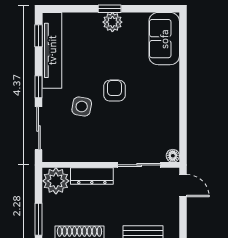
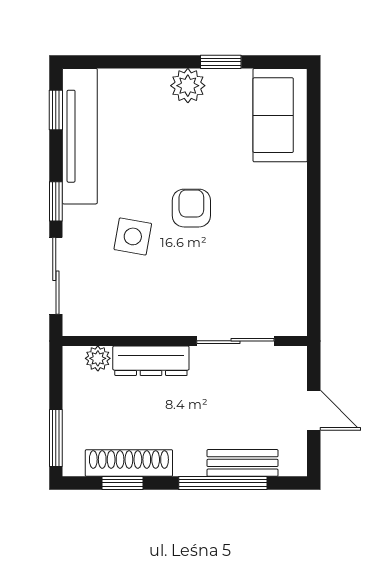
window: (110, 9) -> (221, 62), moved
floor lamp: (173, 156) -> (296, 324), removed
plant: (56, 181) -> (98, 358), width x0.53, depth x0.53
door: (183, 186) -> (314, 410), moved

